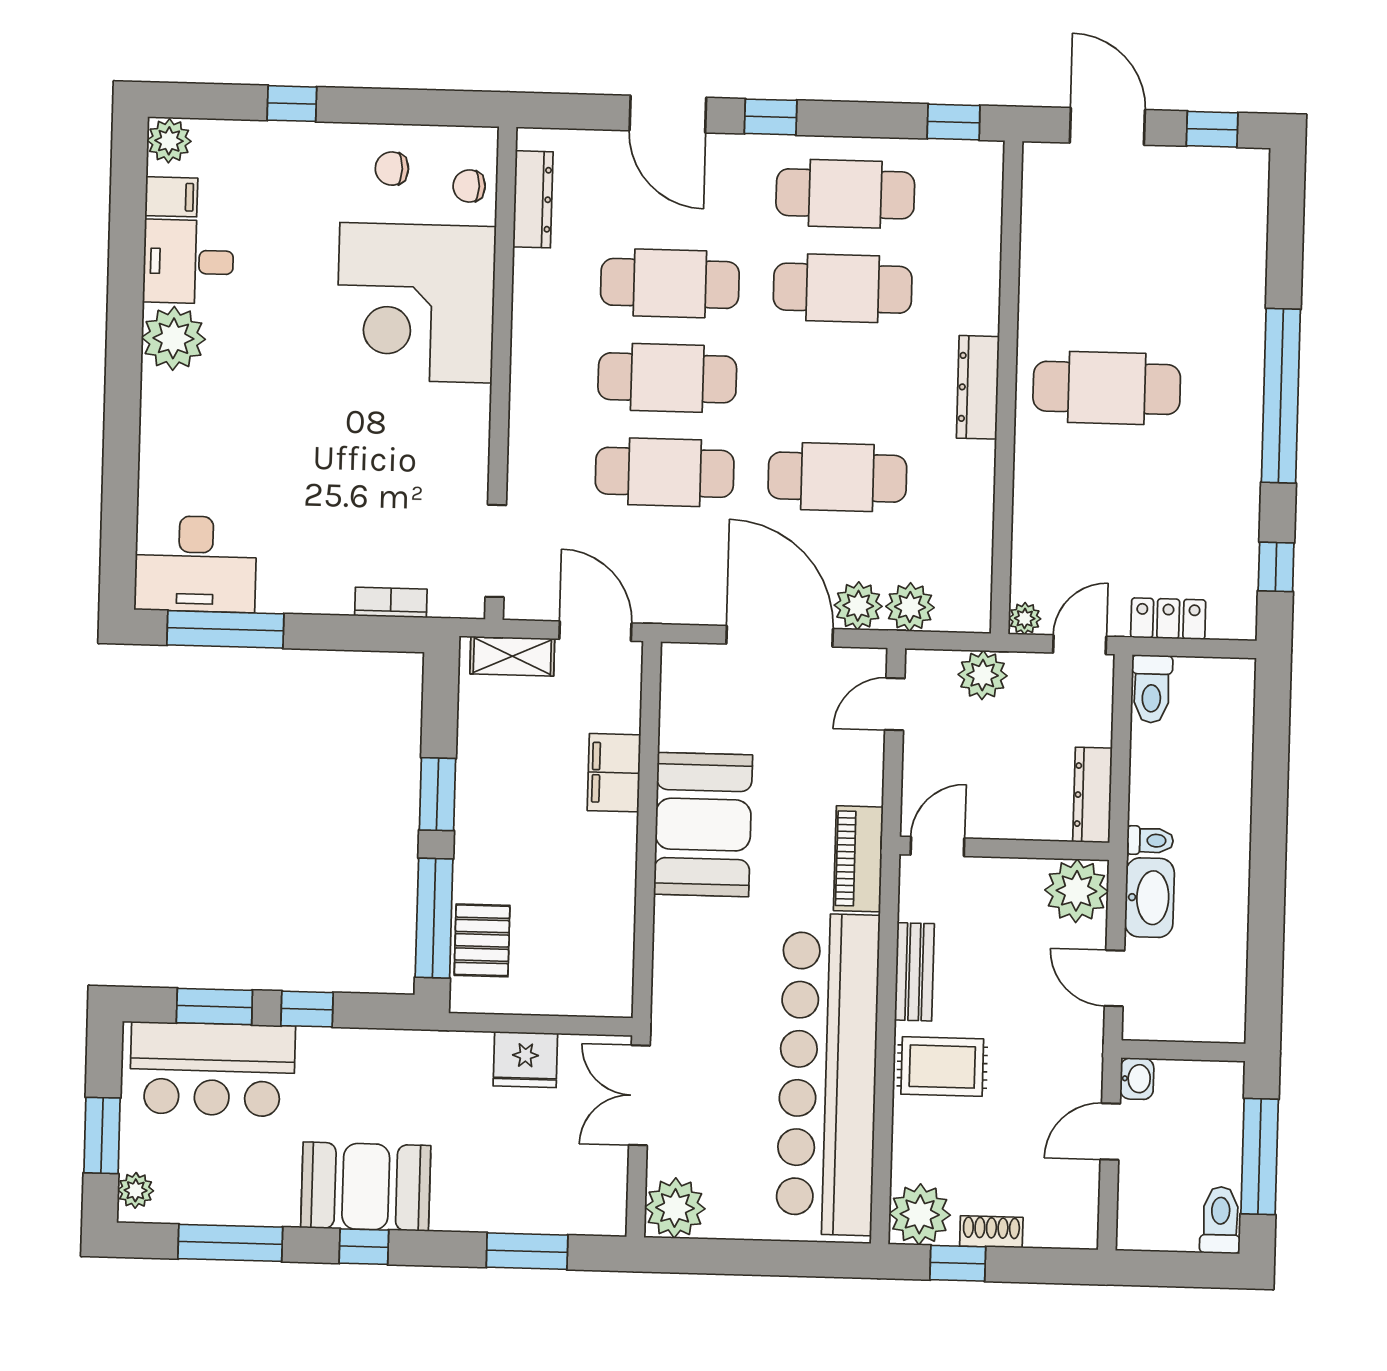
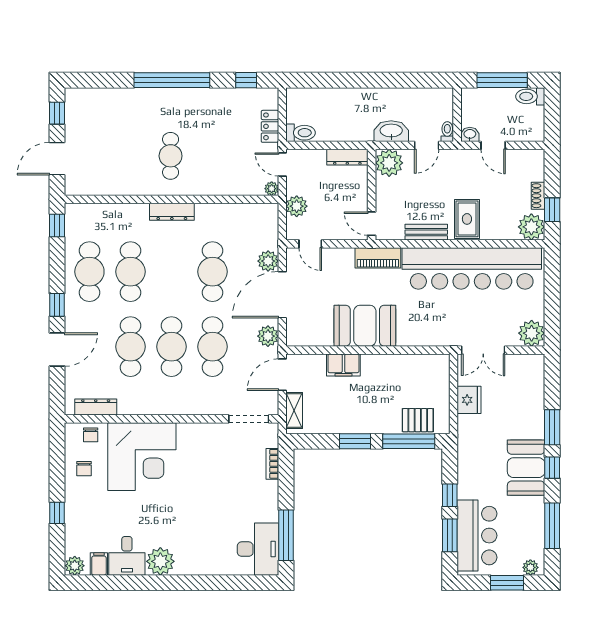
cafe table: (1107, 388) -> (171, 156), width x0.73, depth x0.74
plant: (910, 607) -> (268, 336), moved
toilet: (1150, 840) -> (447, 132), moved
window: (527, 1251) -> (552, 427), moved

